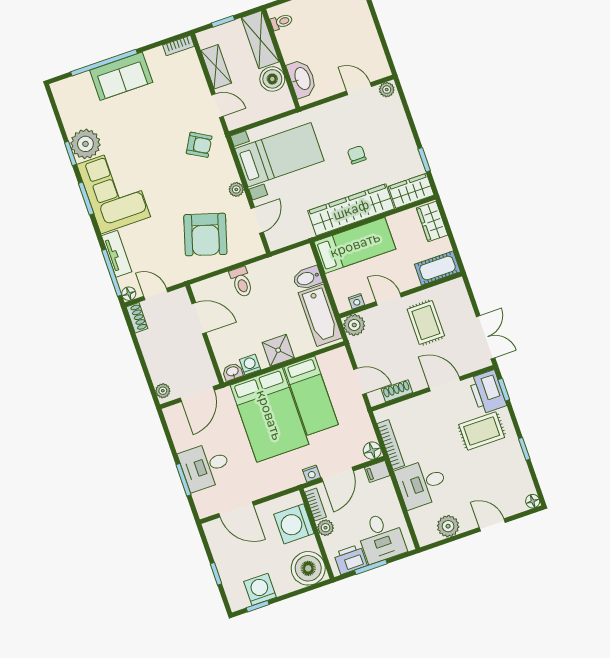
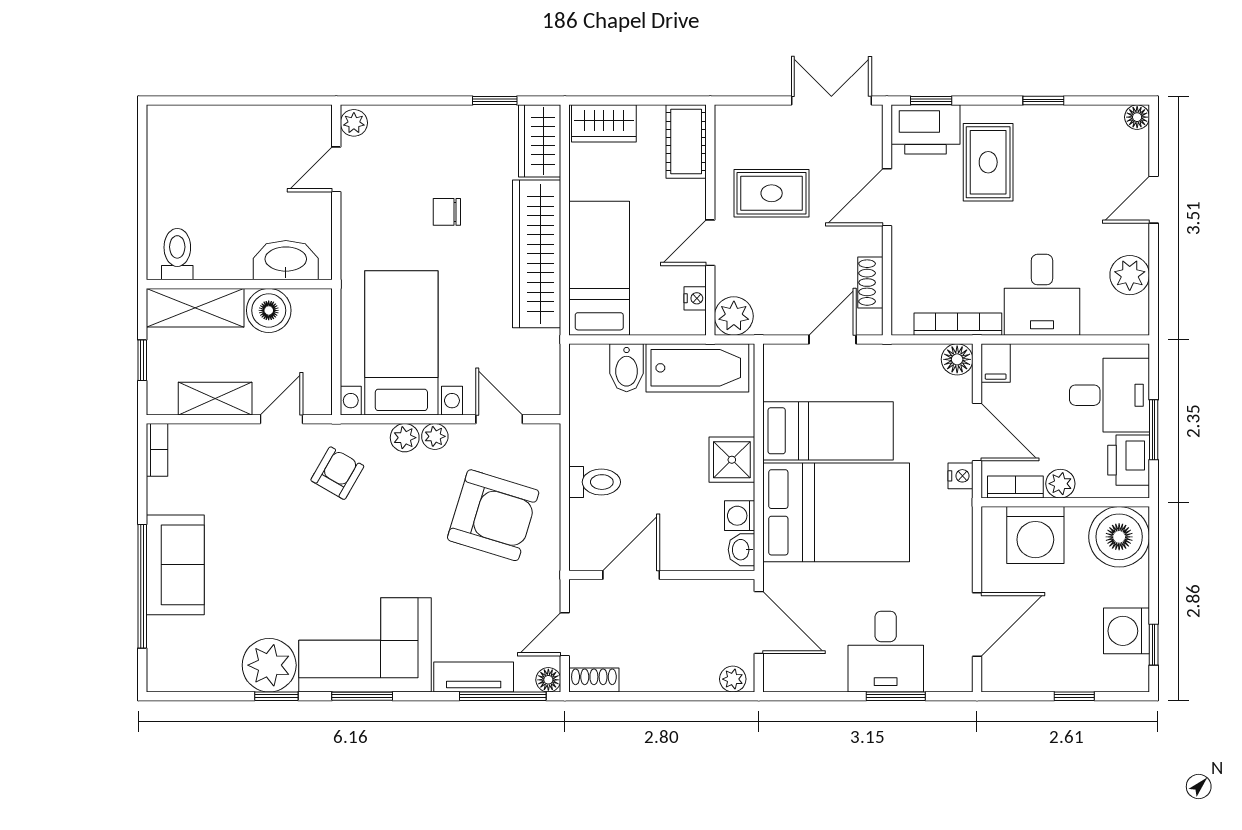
toilet: (282, 22) -> (177, 254), width x1.37, depth x1.39
plant: (230, 174) -> (405, 438), added

